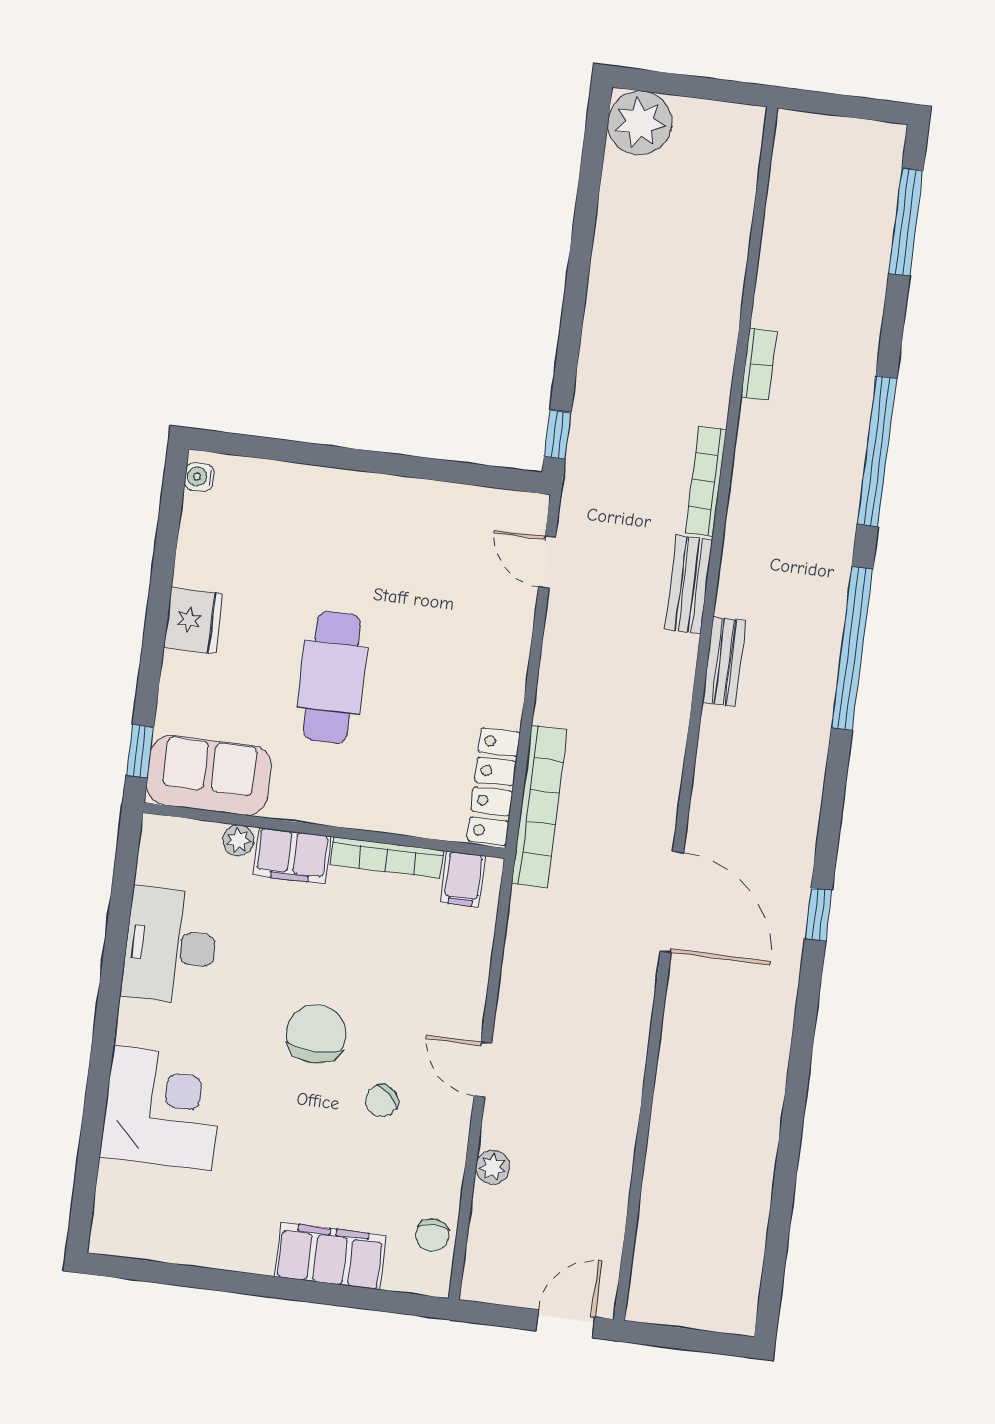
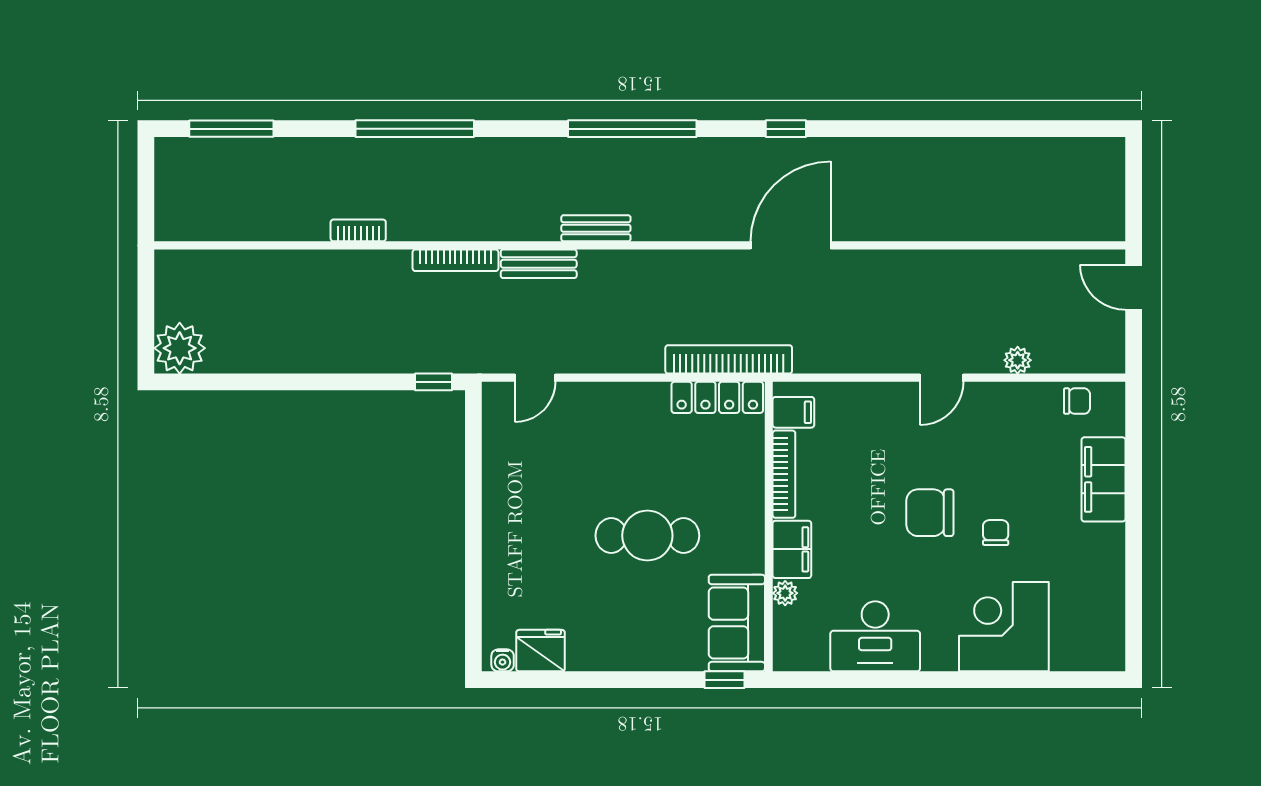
fridge: (193, 620) -> (540, 651), moved
window: (852, 648) -> (632, 129), moved
chair: (382, 1101) -> (996, 533), moved, turned -134

